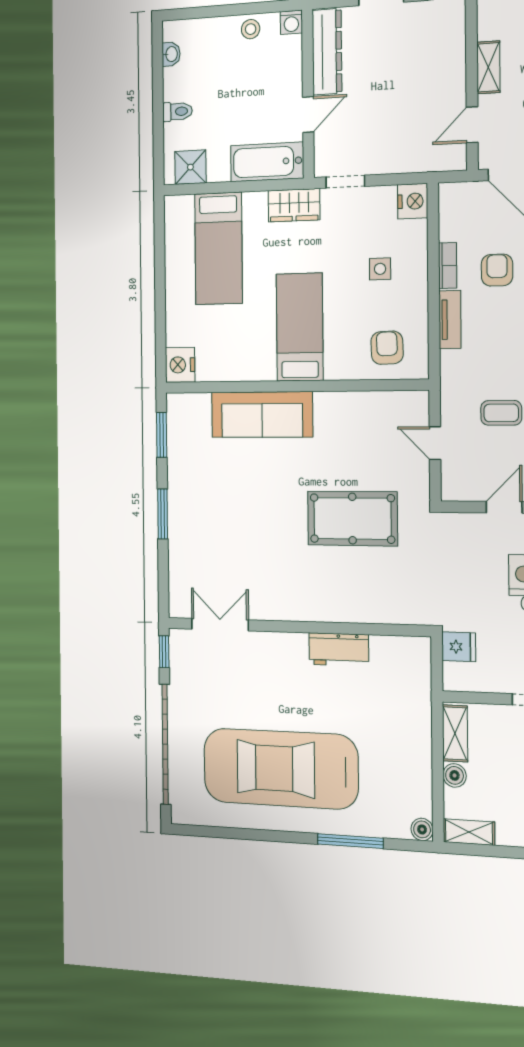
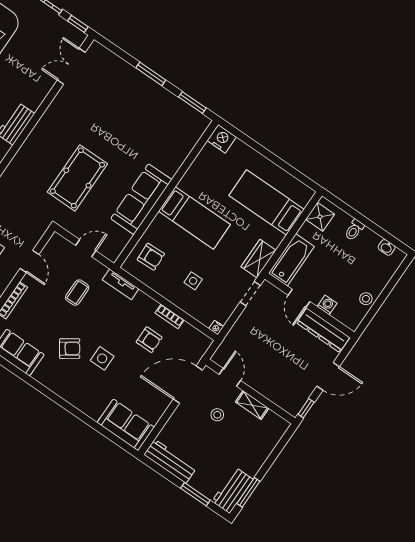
washing machine: (291, 22) -> (327, 305), moved, turned 90
nightstand: (413, 201) -> (216, 328), width x0.53, depth x0.56
tv unit: (450, 320) -> (121, 284), moved
sofa: (262, 415) -> (141, 199), moved
double door: (220, 625) -> (71, 66), swing flipped

